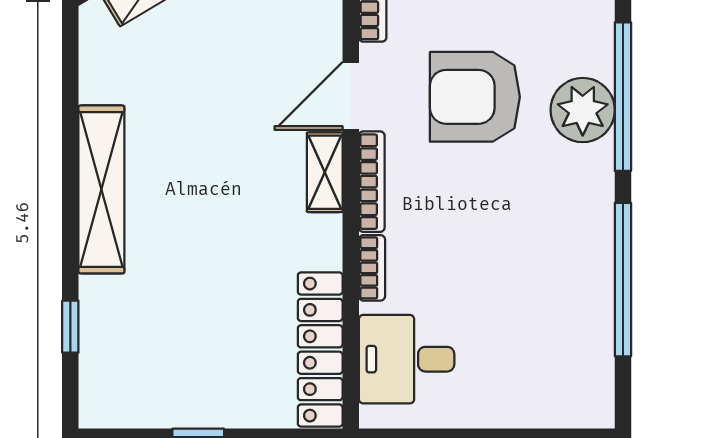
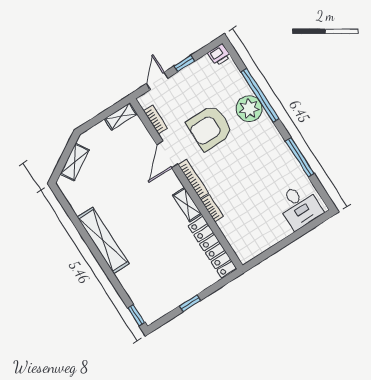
shelving: (325, 172) -> (187, 205), moved
window: (623, 280) -> (300, 157), width x0.68
window: (70, 327) -> (136, 315), moved
desk: (407, 359) -> (299, 206), moved, turned -90

